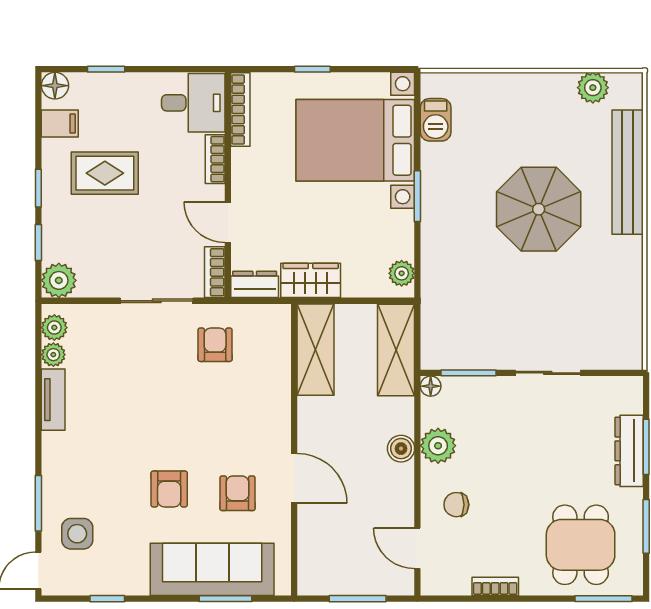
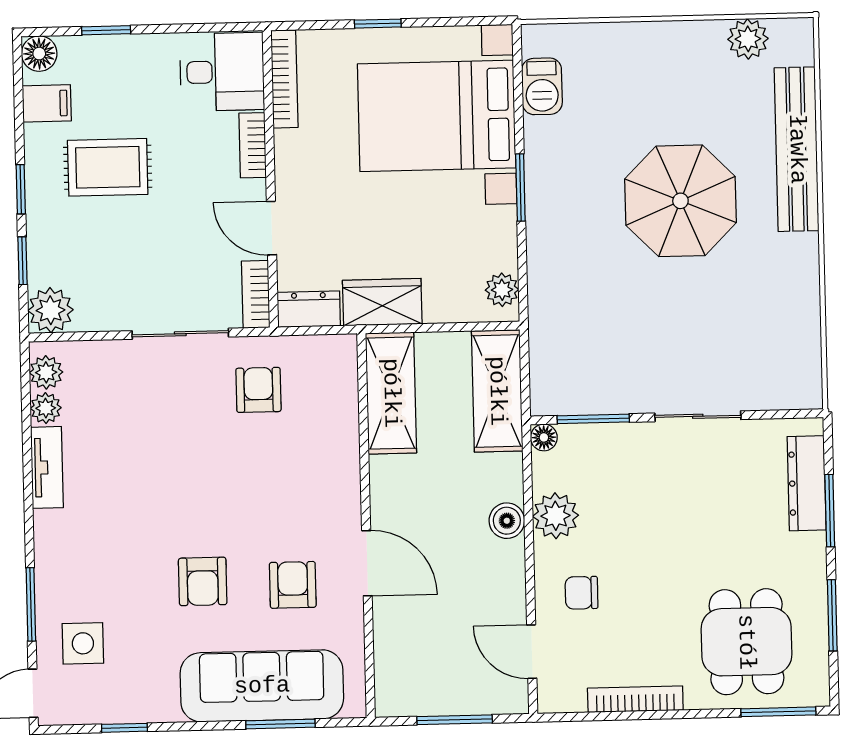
dresser: (629, 451) -> (807, 483), moved
bookcase: (495, 586) -> (635, 699), width x1.56

